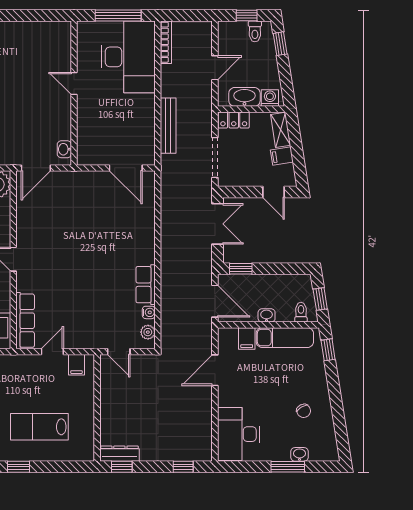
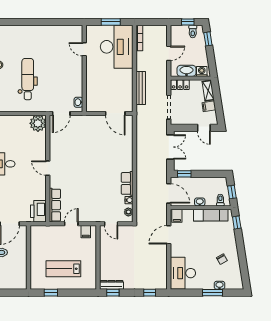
window: (118, 15) -> (111, 22), width x0.69
door: (74, 83) -> (84, 49), moved
filing cabinet: (247, 339) -> (177, 216), moved

